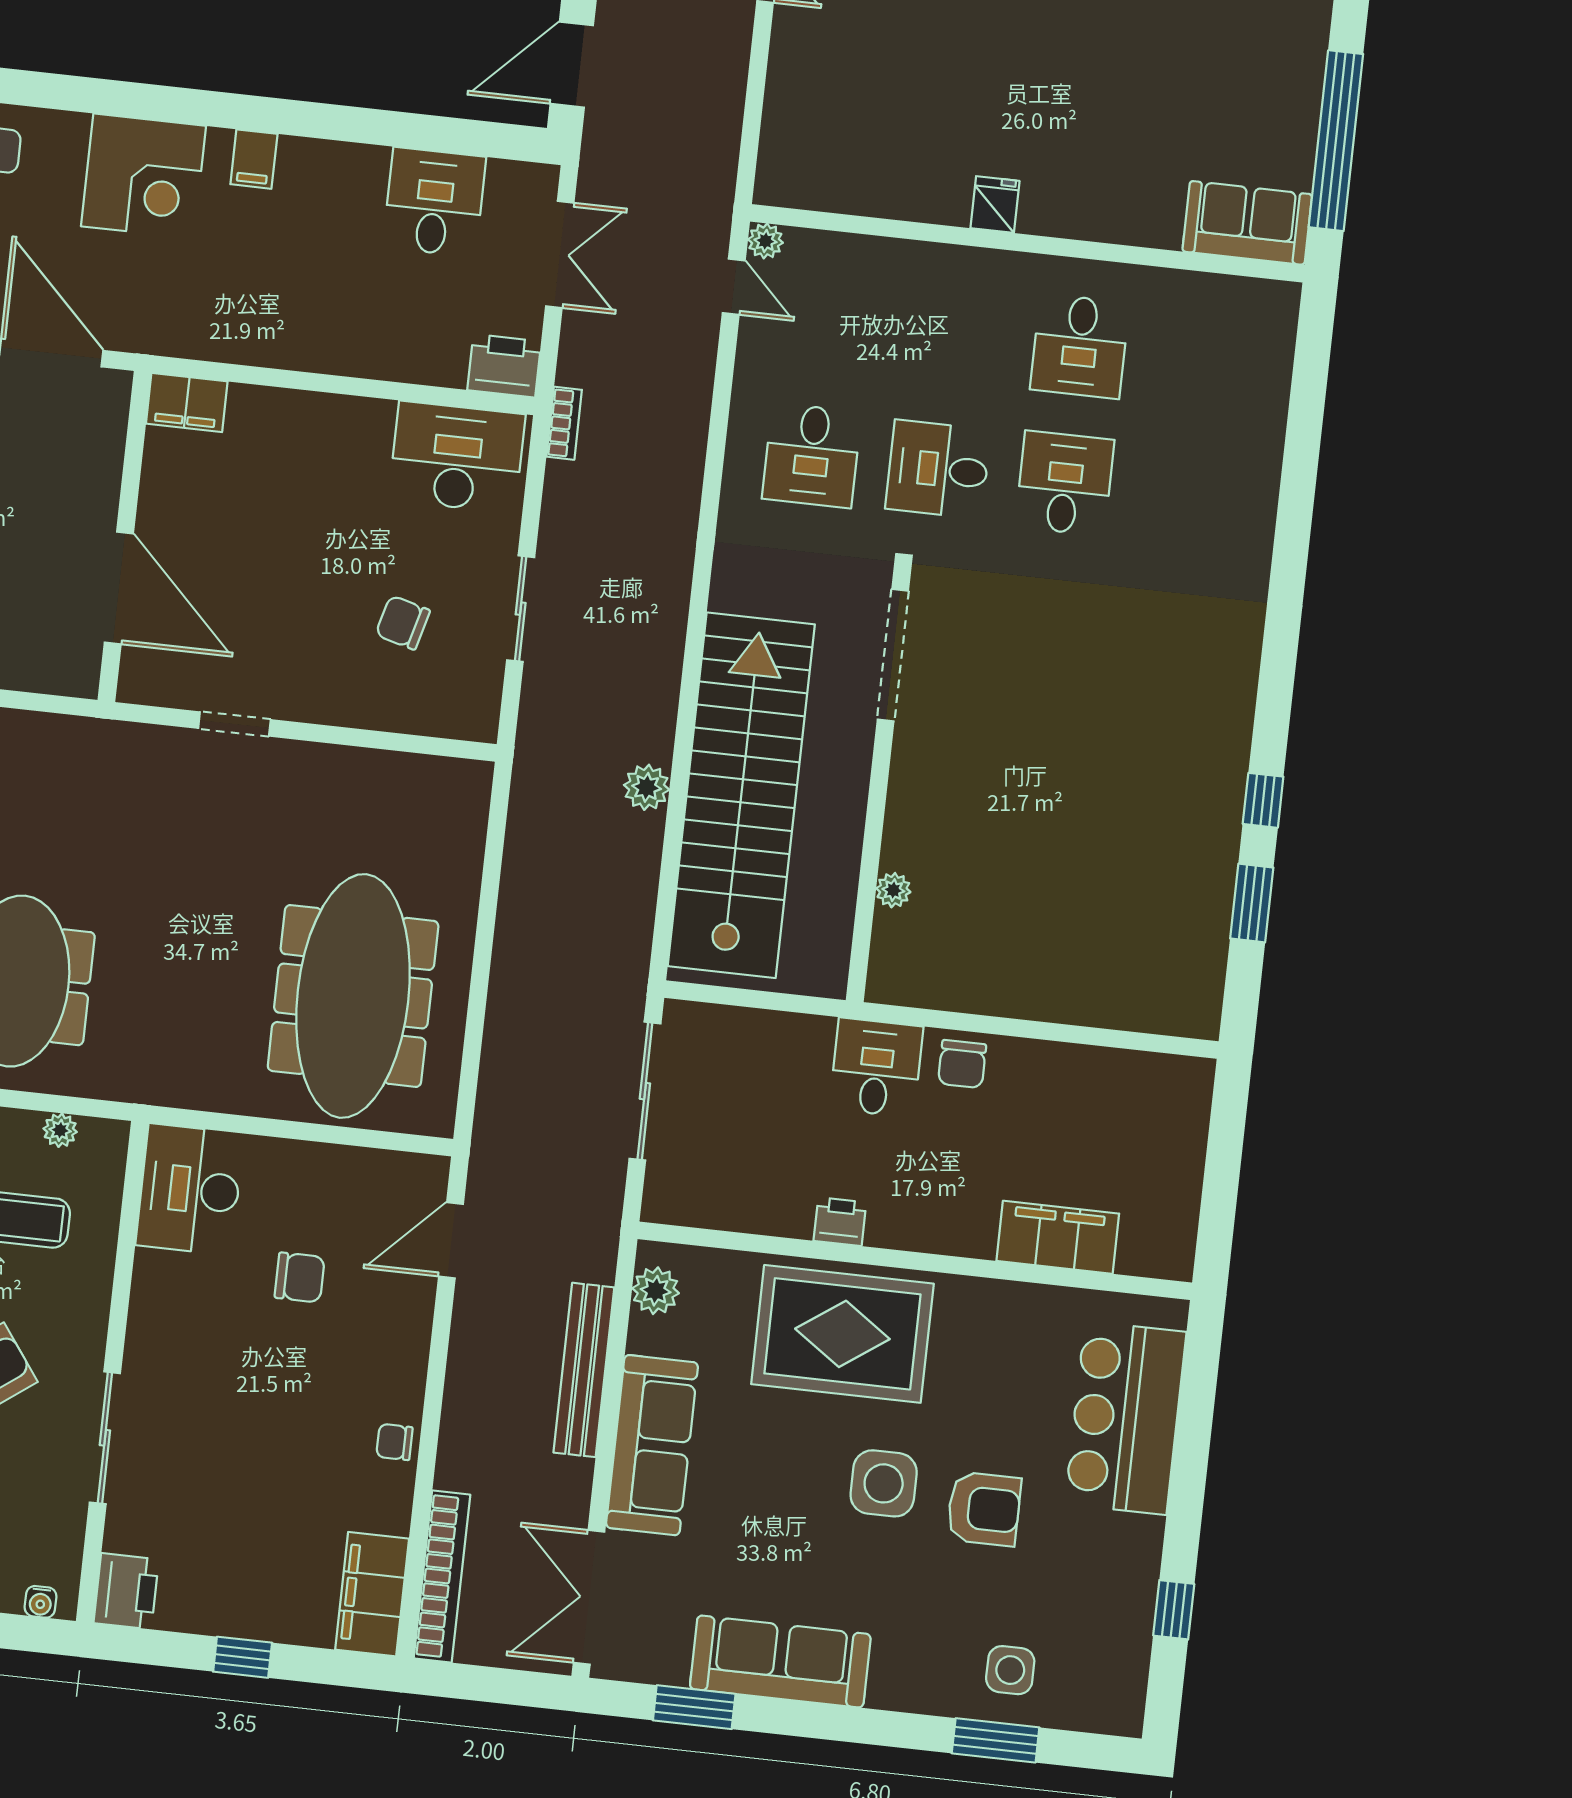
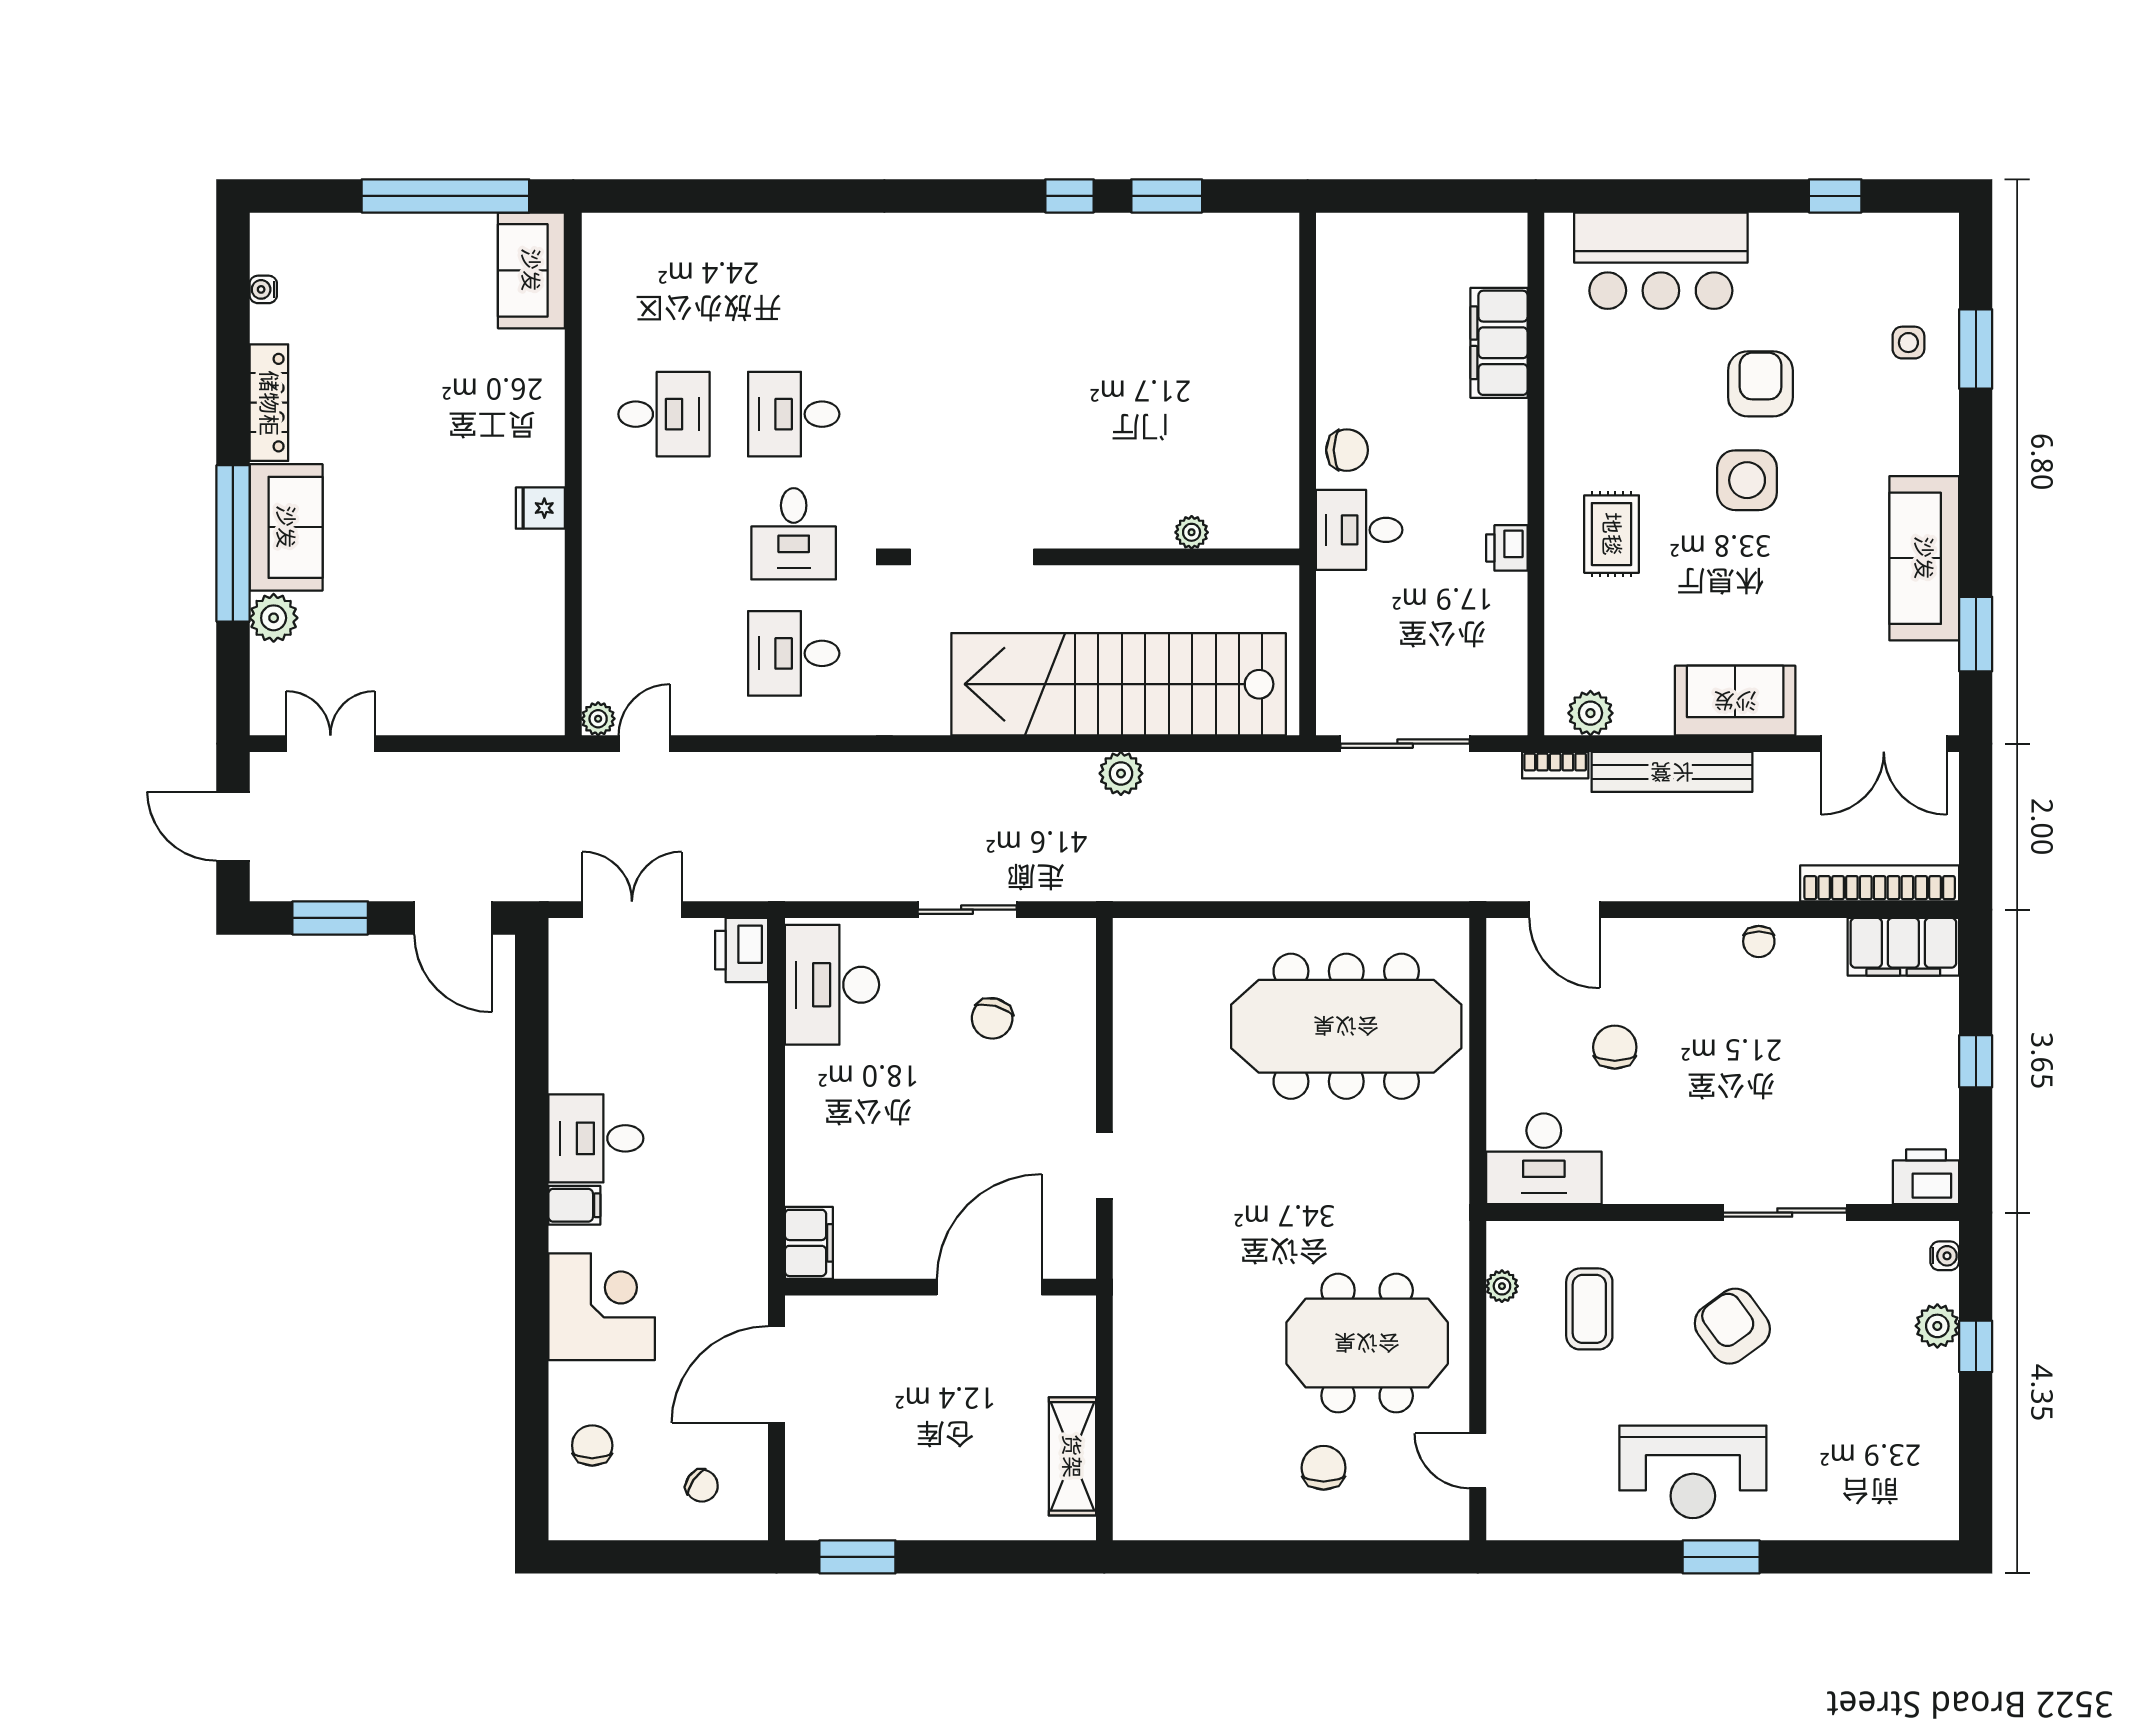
desk: (434, 202) -> (596, 1138), moved
bookcase: (564, 423) -> (1555, 765), moved, turned 180
desk: (812, 455) -> (794, 653), turned 180
rug: (842, 1334) -> (1612, 534), width x0.54, depth x0.49
sofa: (652, 1445) -> (1735, 701), width x0.73
side table: (1010, 1670) -> (1908, 343), width x0.73, depth x0.73

